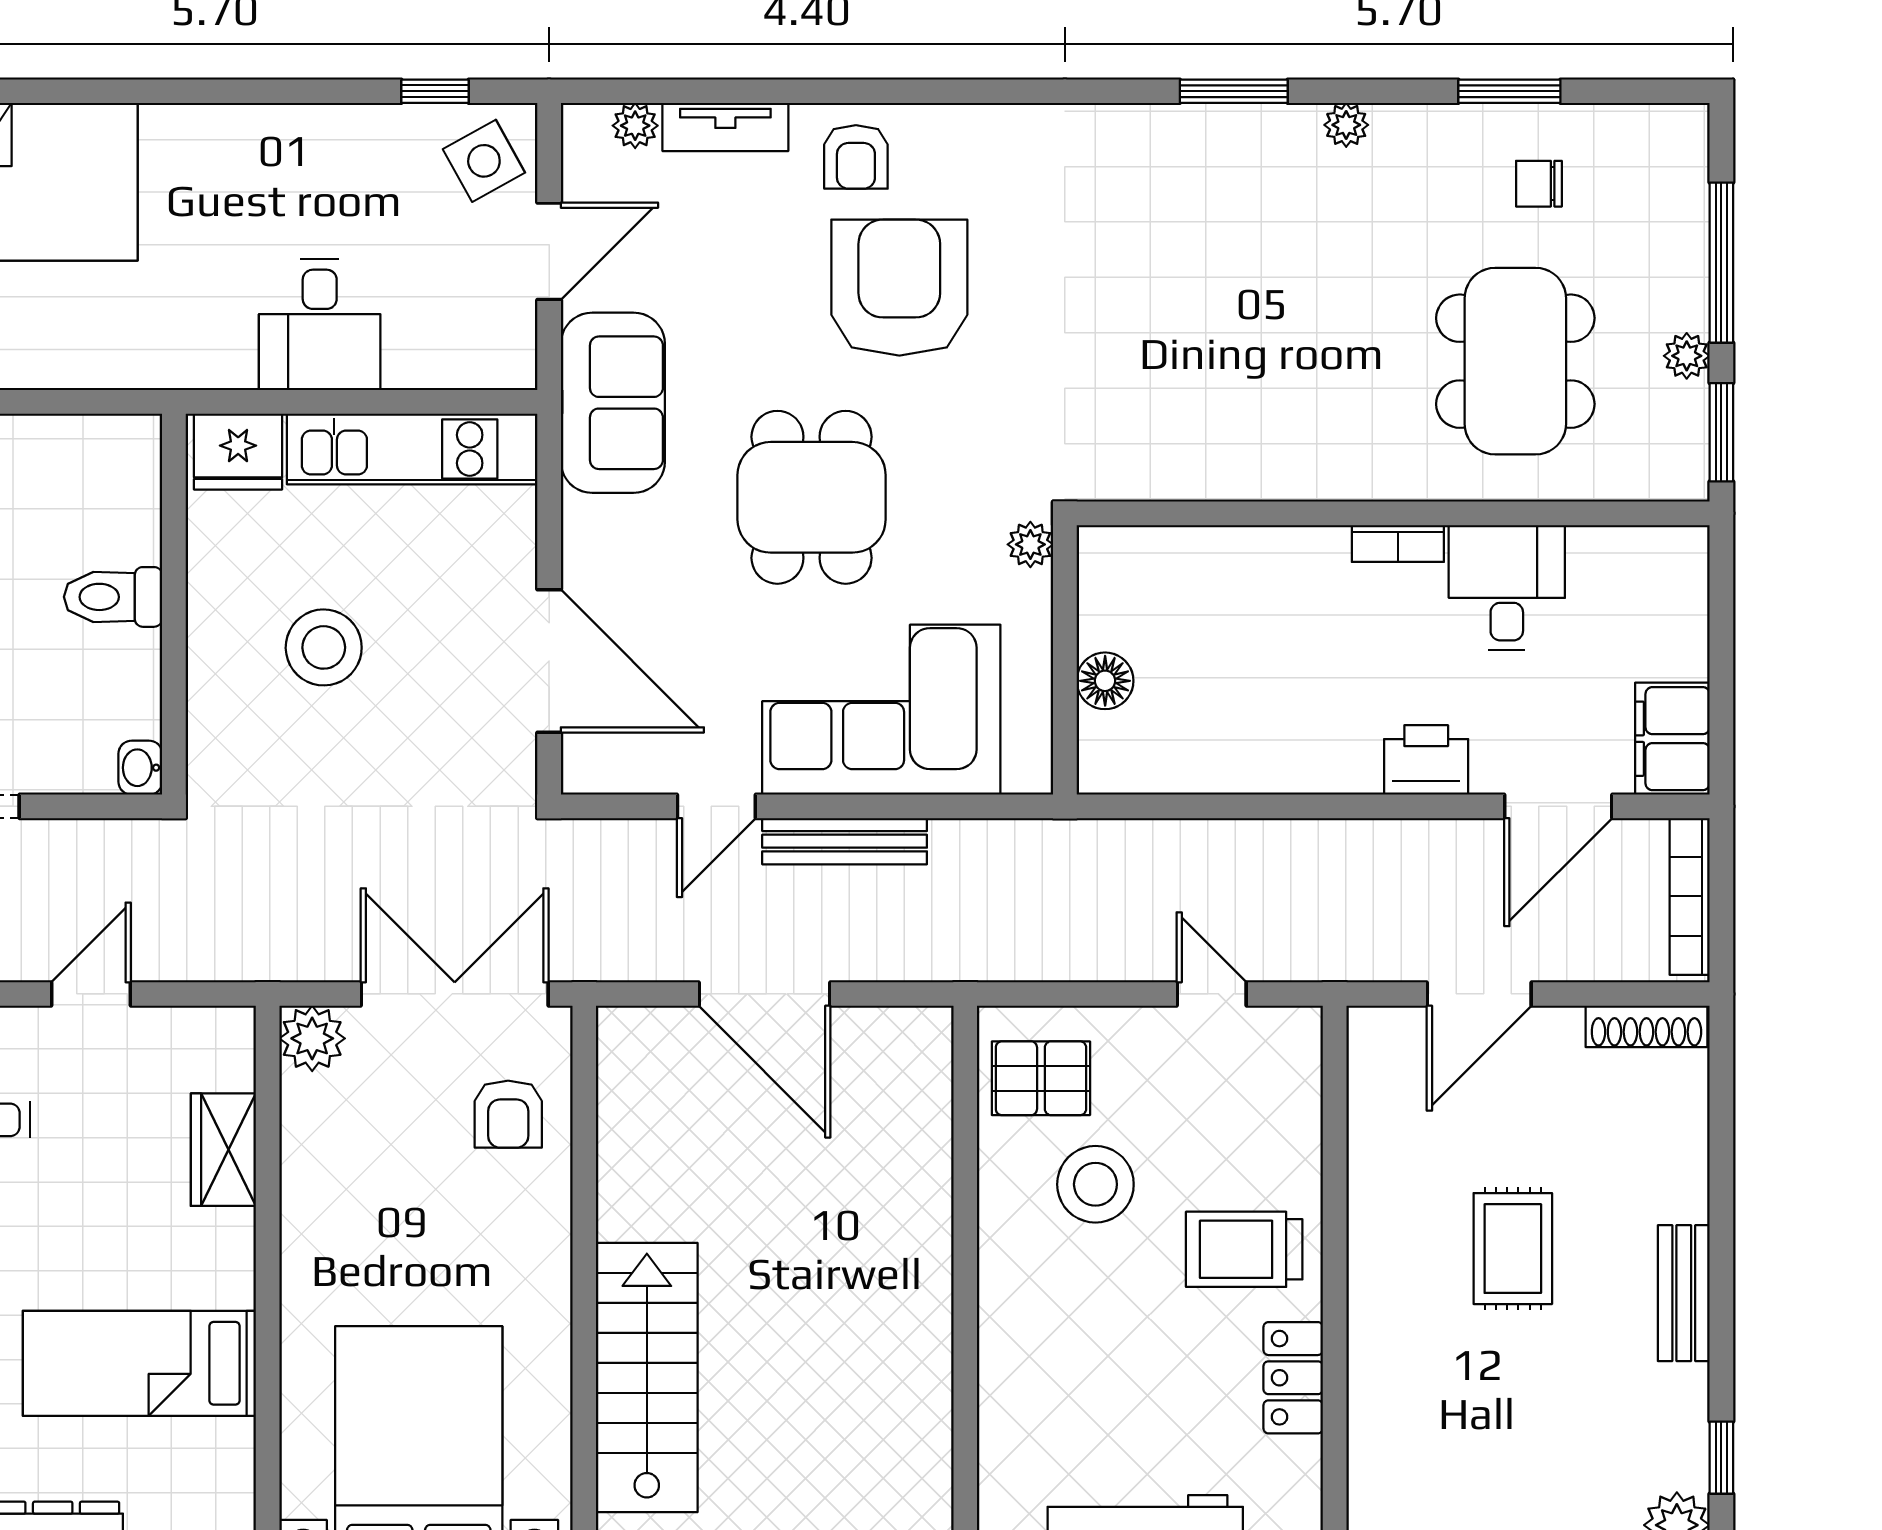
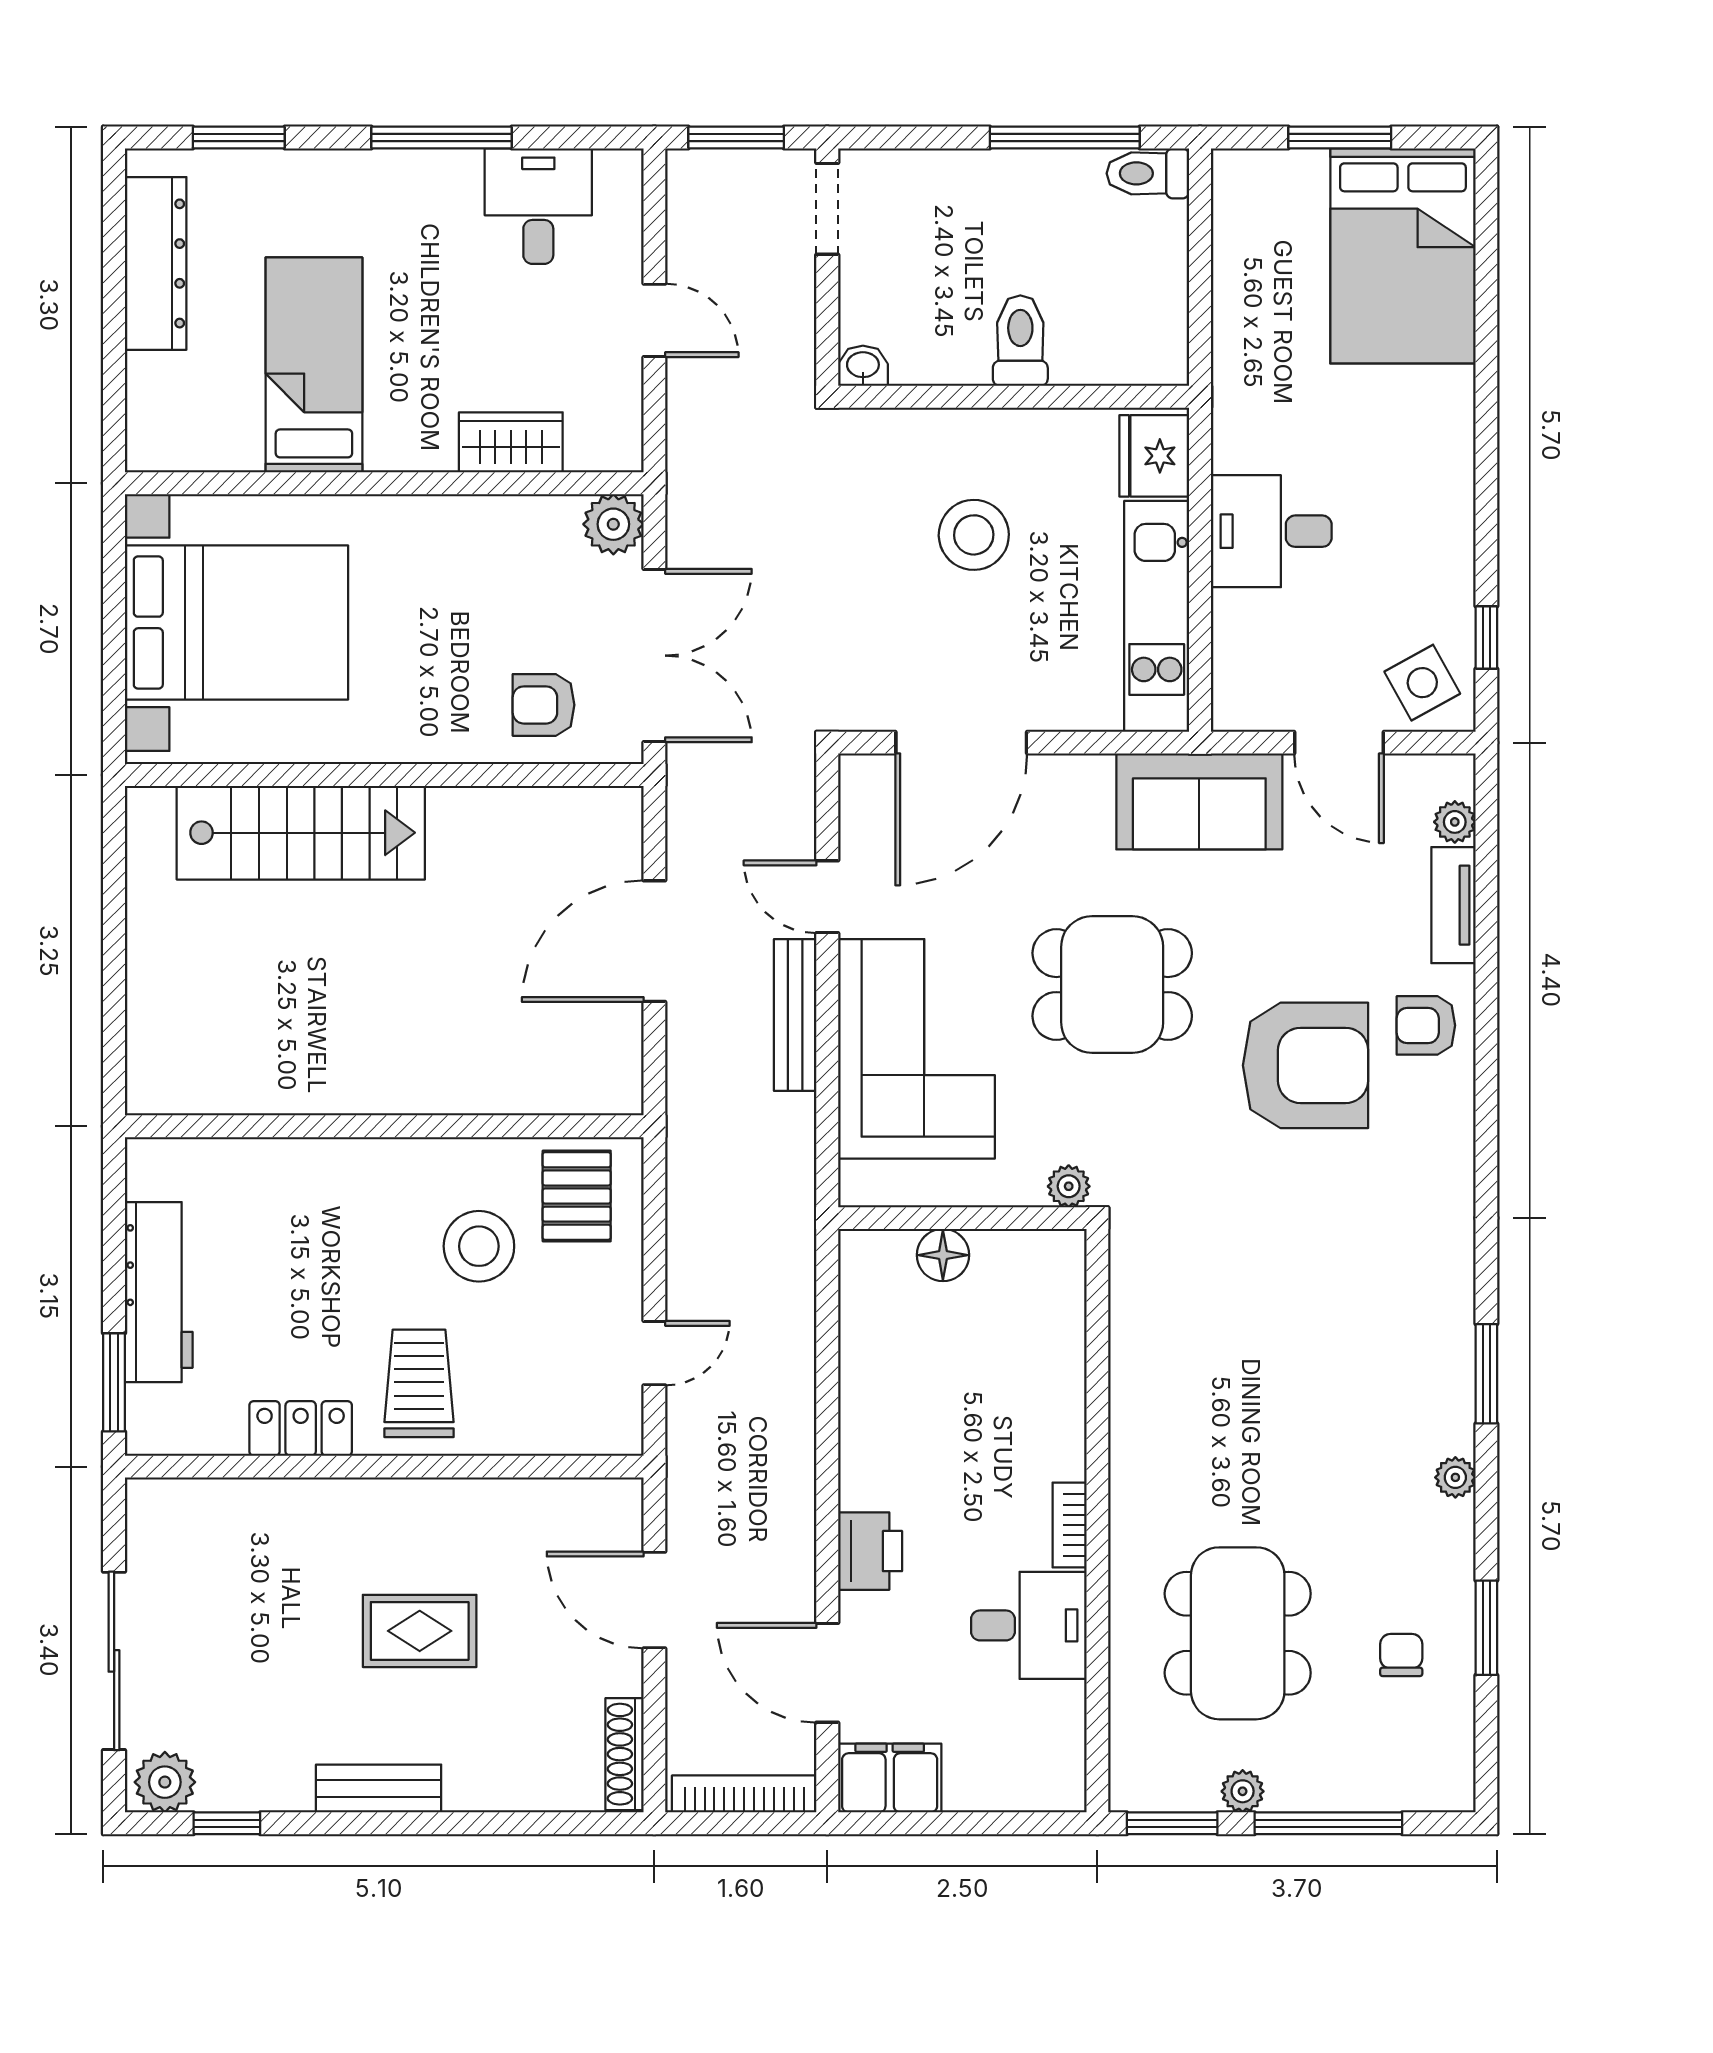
dining table: (1515, 361) -> (1238, 1633), turned 90

